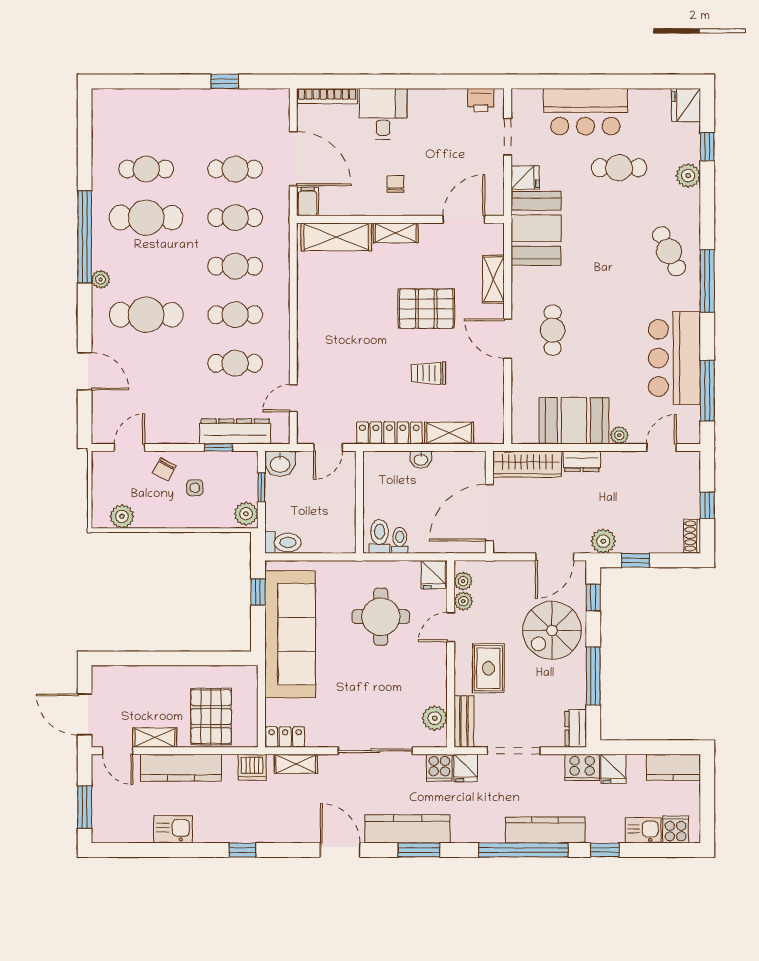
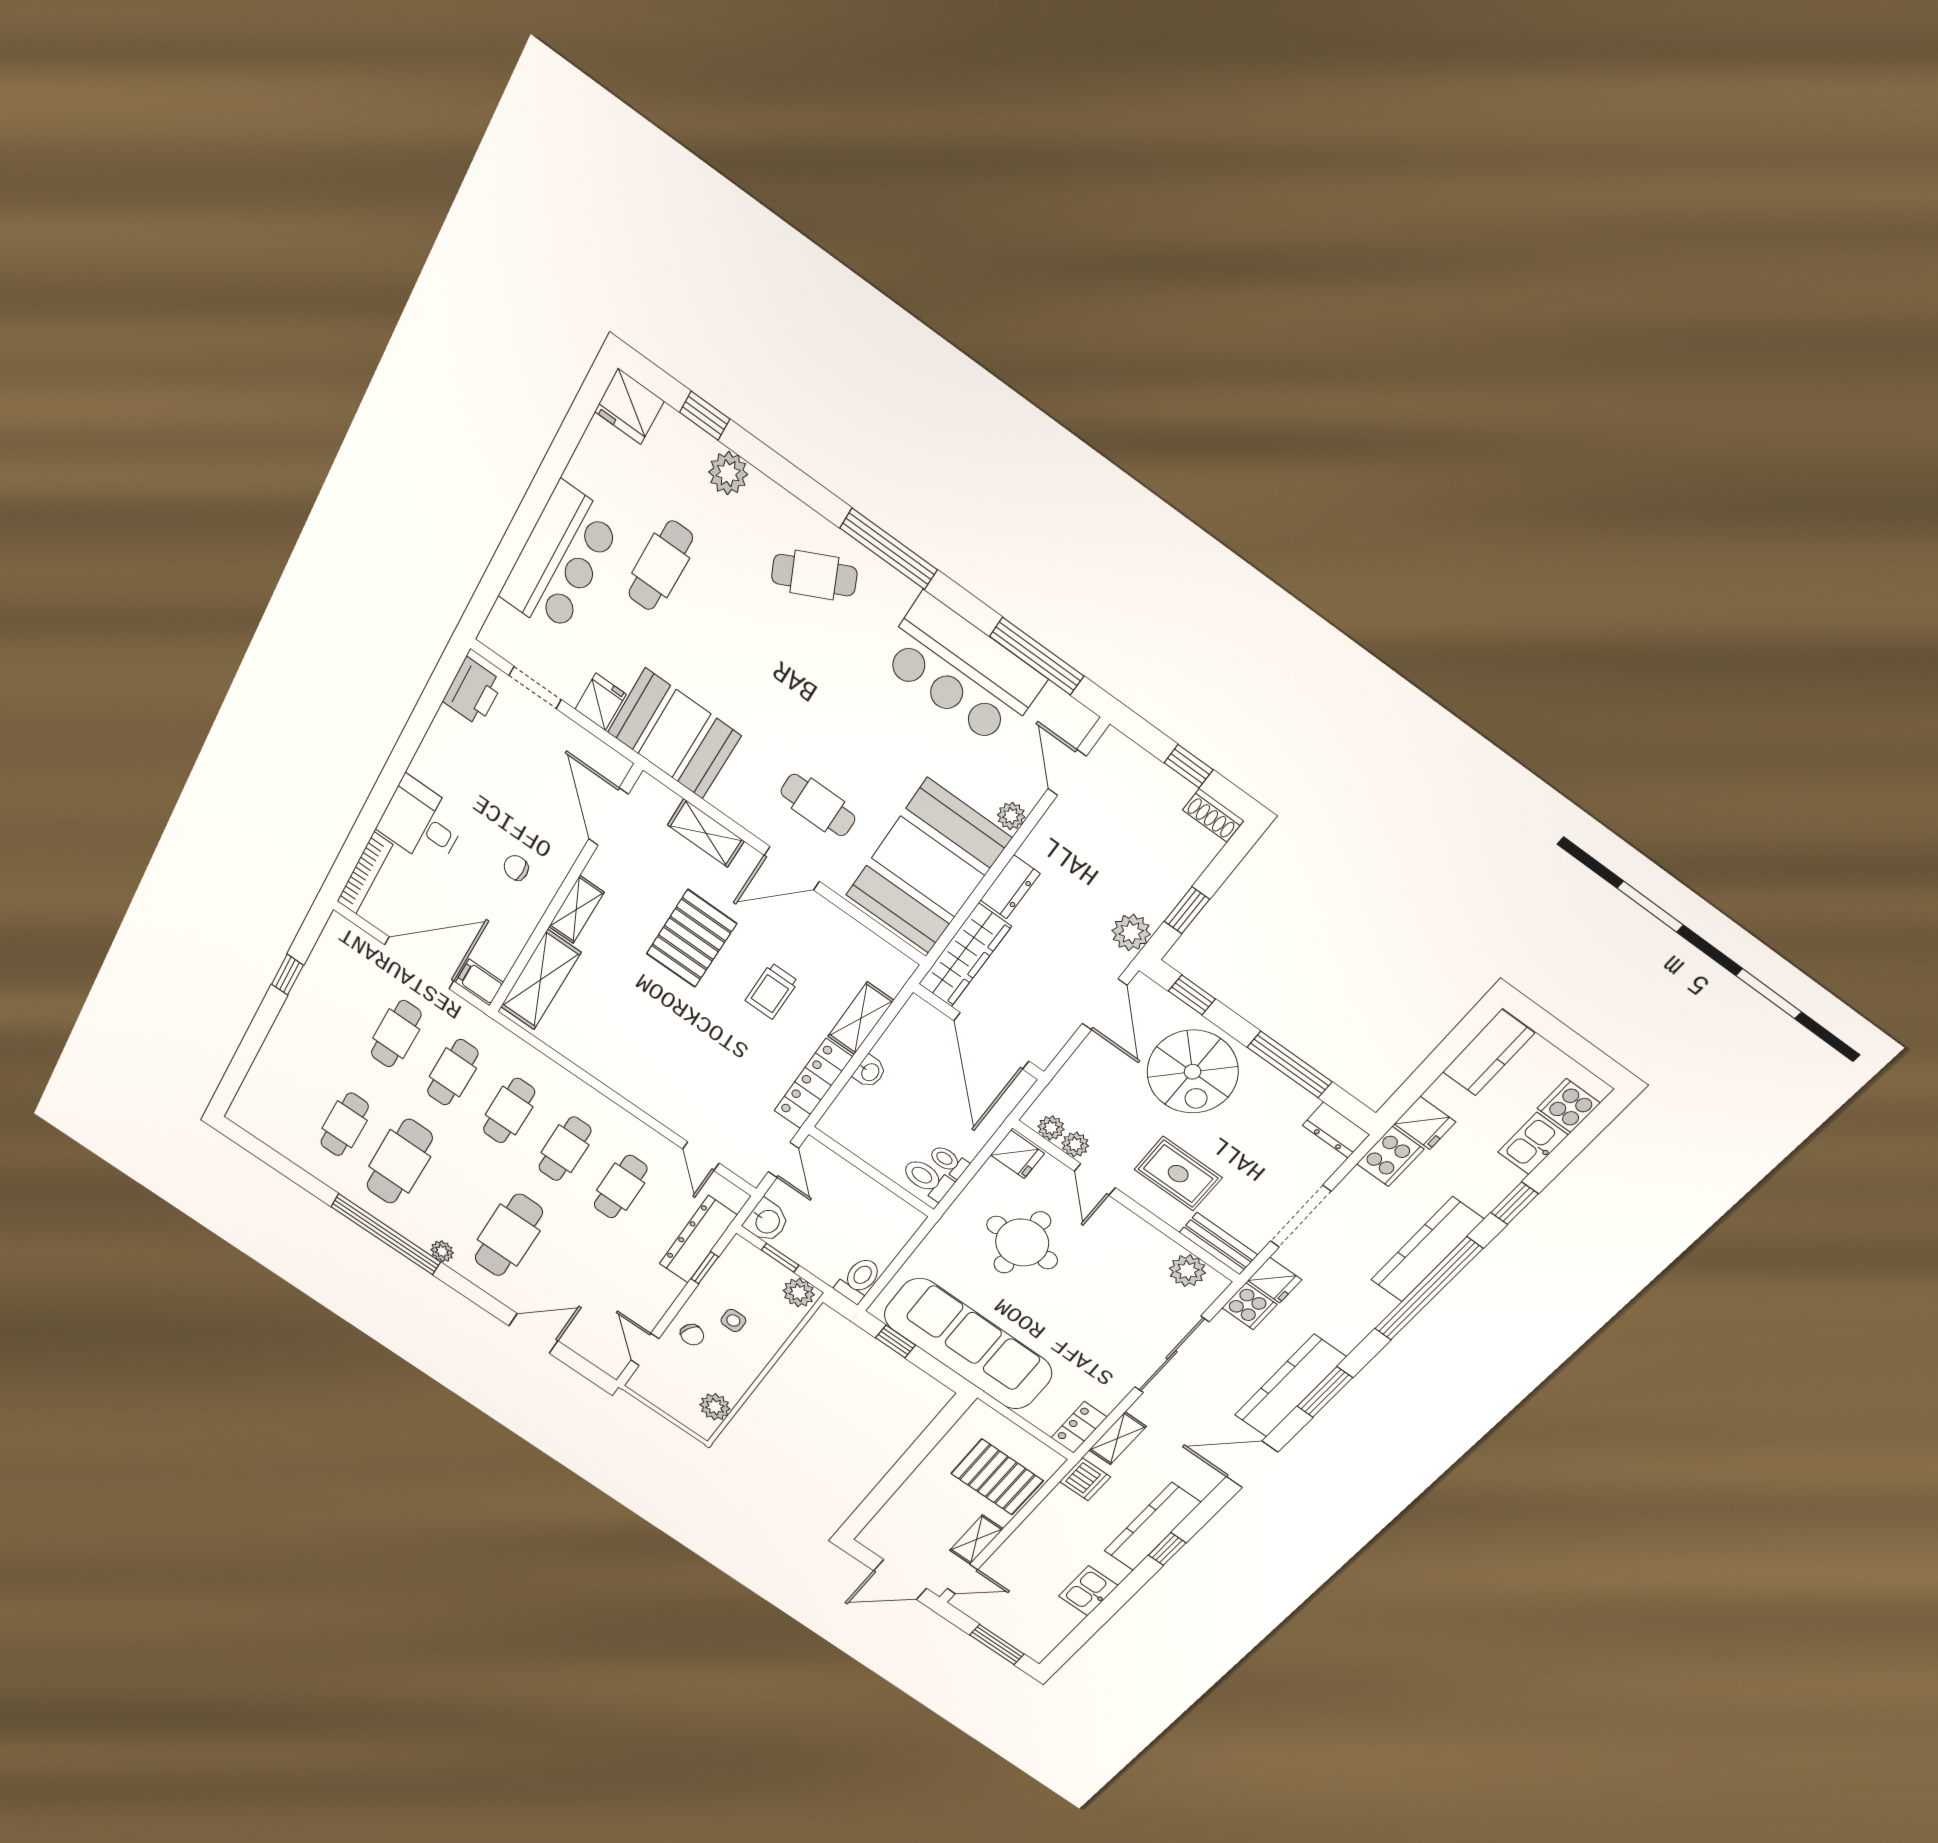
printer: (481, 100) -> (473, 692), width x1.36, depth x1.24
booth: (574, 421) -> (928, 867), width x1.36, depth x1.42
kitchen counter: (181, 768) -> (1152, 1527), moved, turned 180

